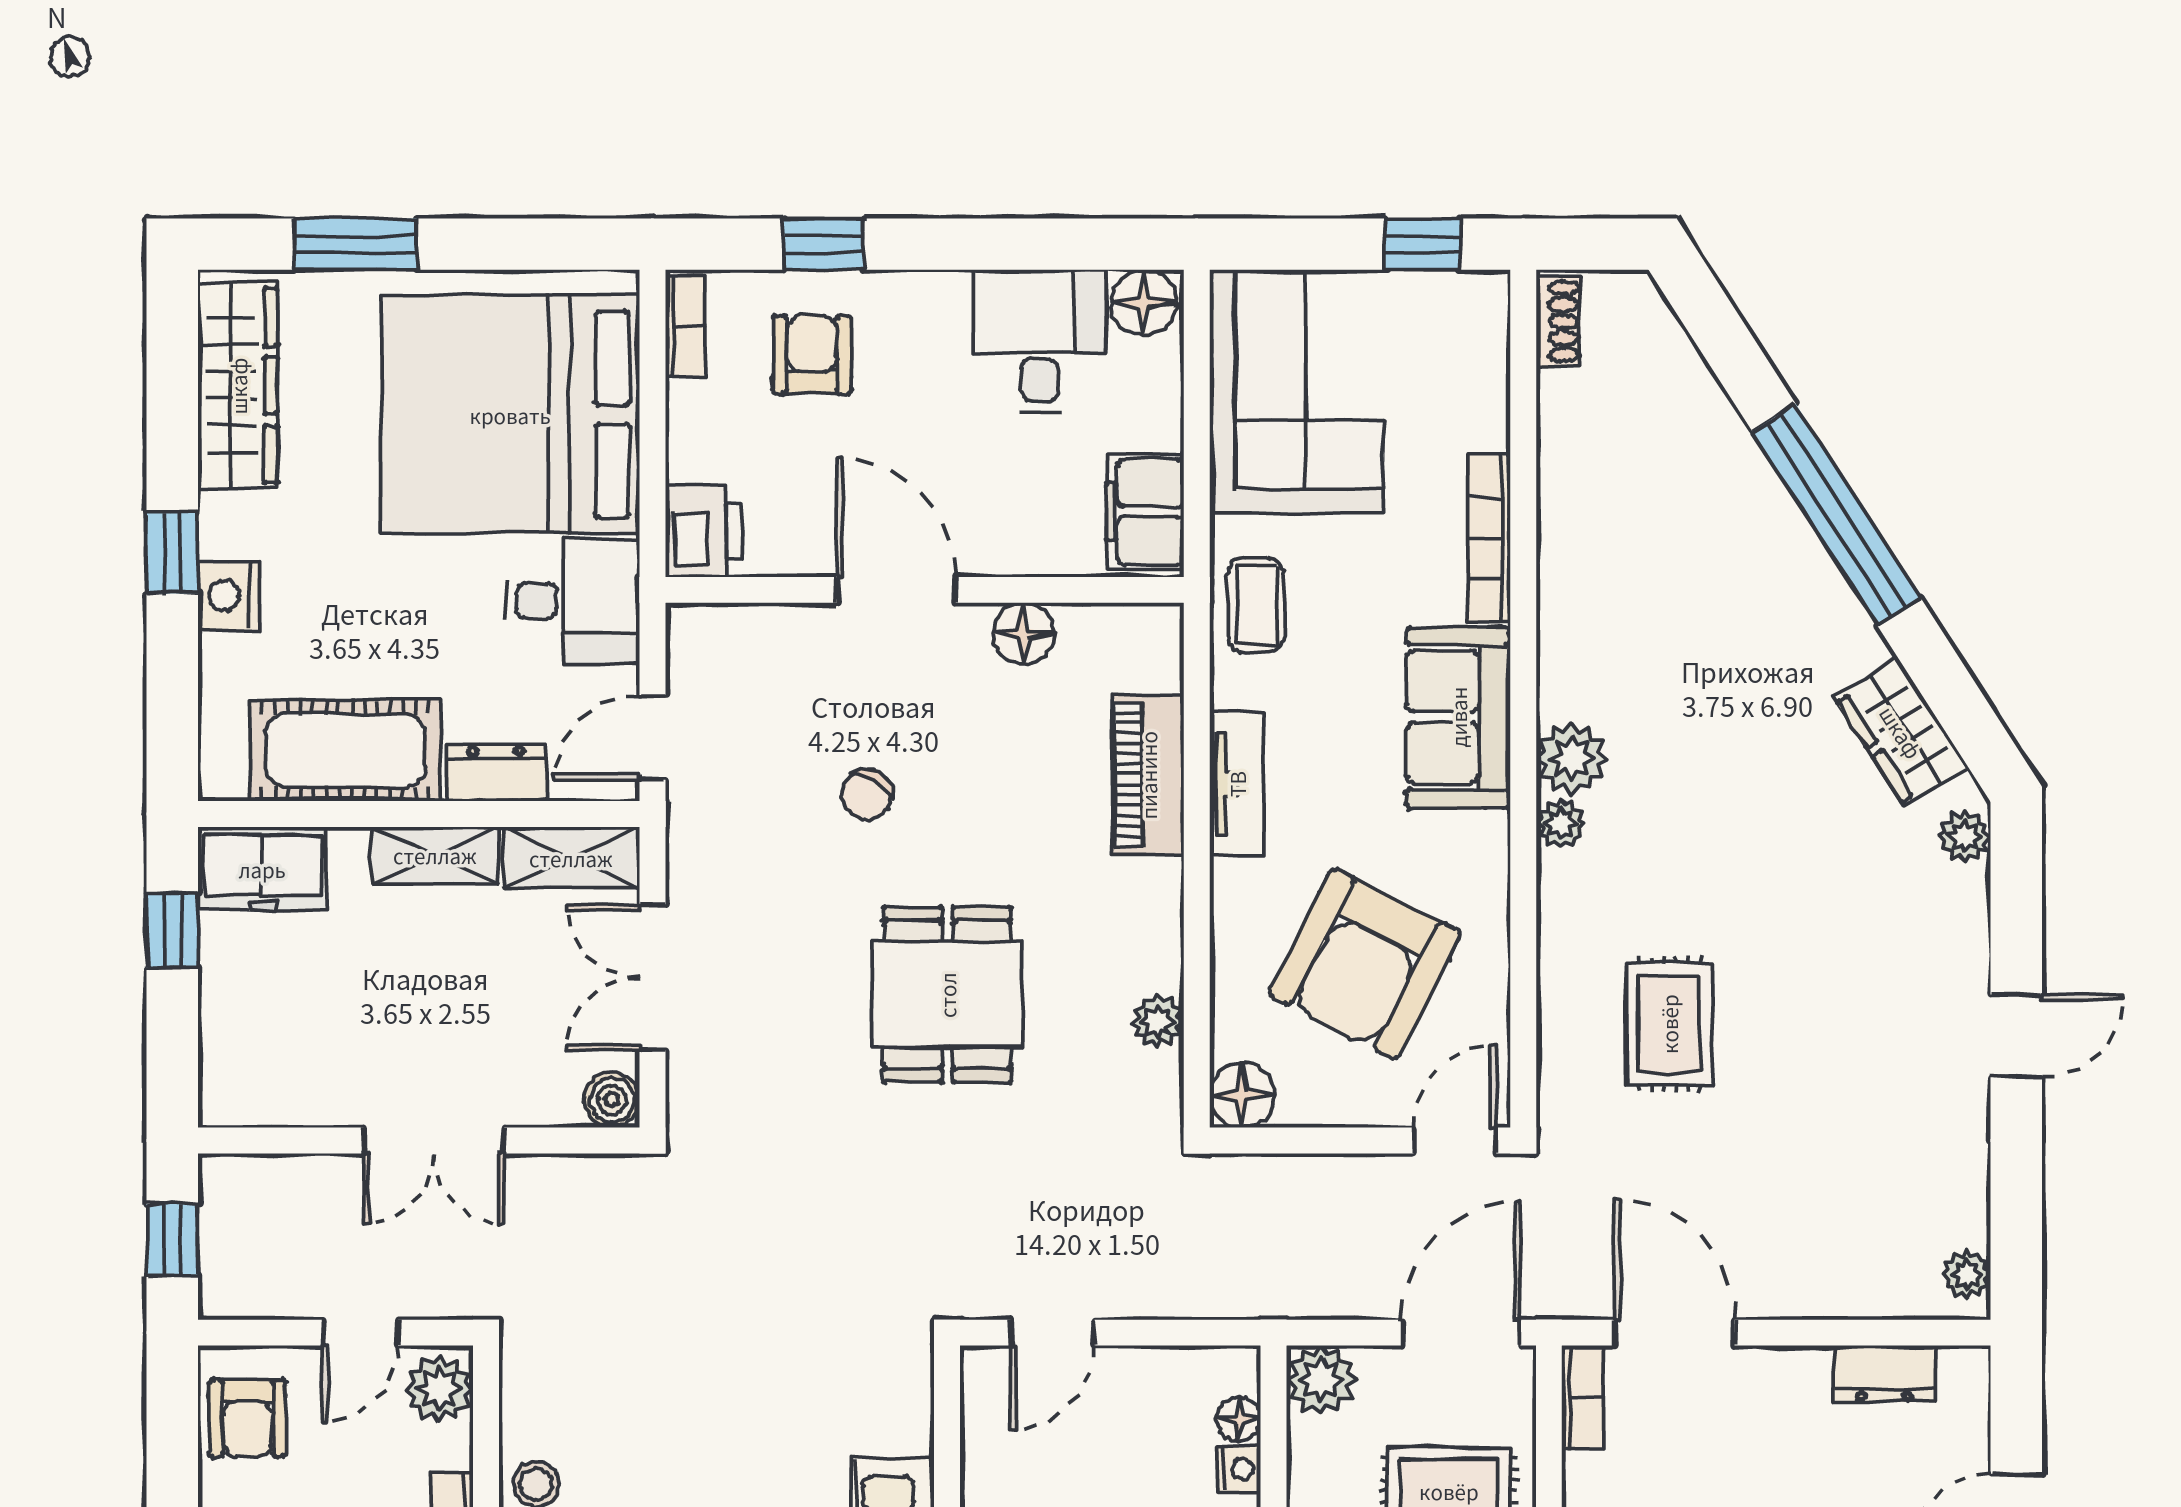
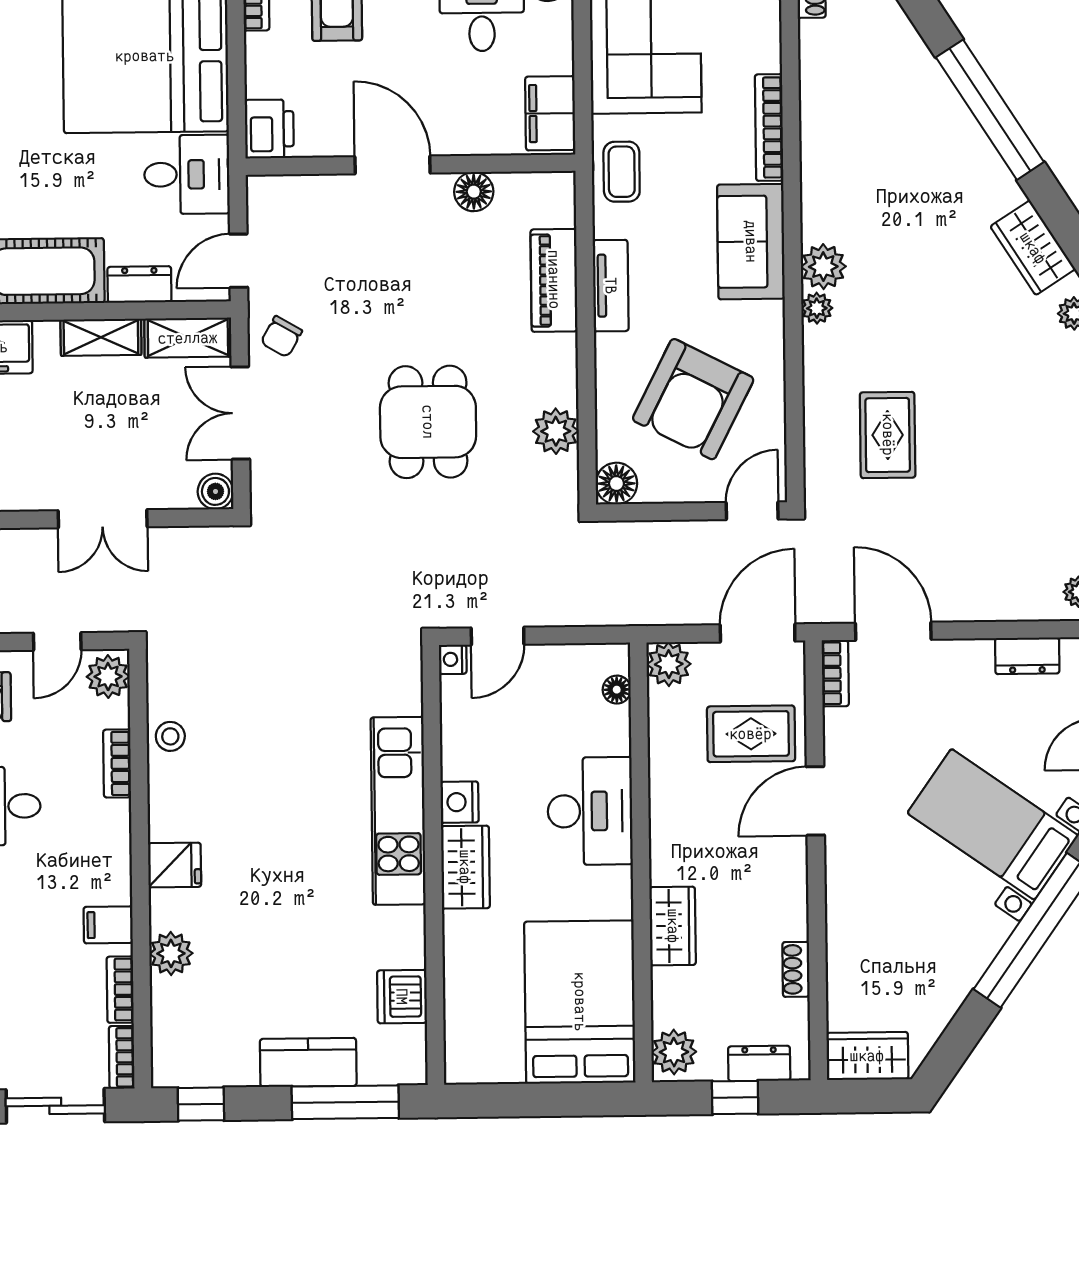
chair: (867, 795) -> (281, 337), moved
plant: (1158, 1021) -> (556, 431), width x1.38, depth x1.38
nightstand: (1239, 1469) -> (453, 659), moved, turned 180

